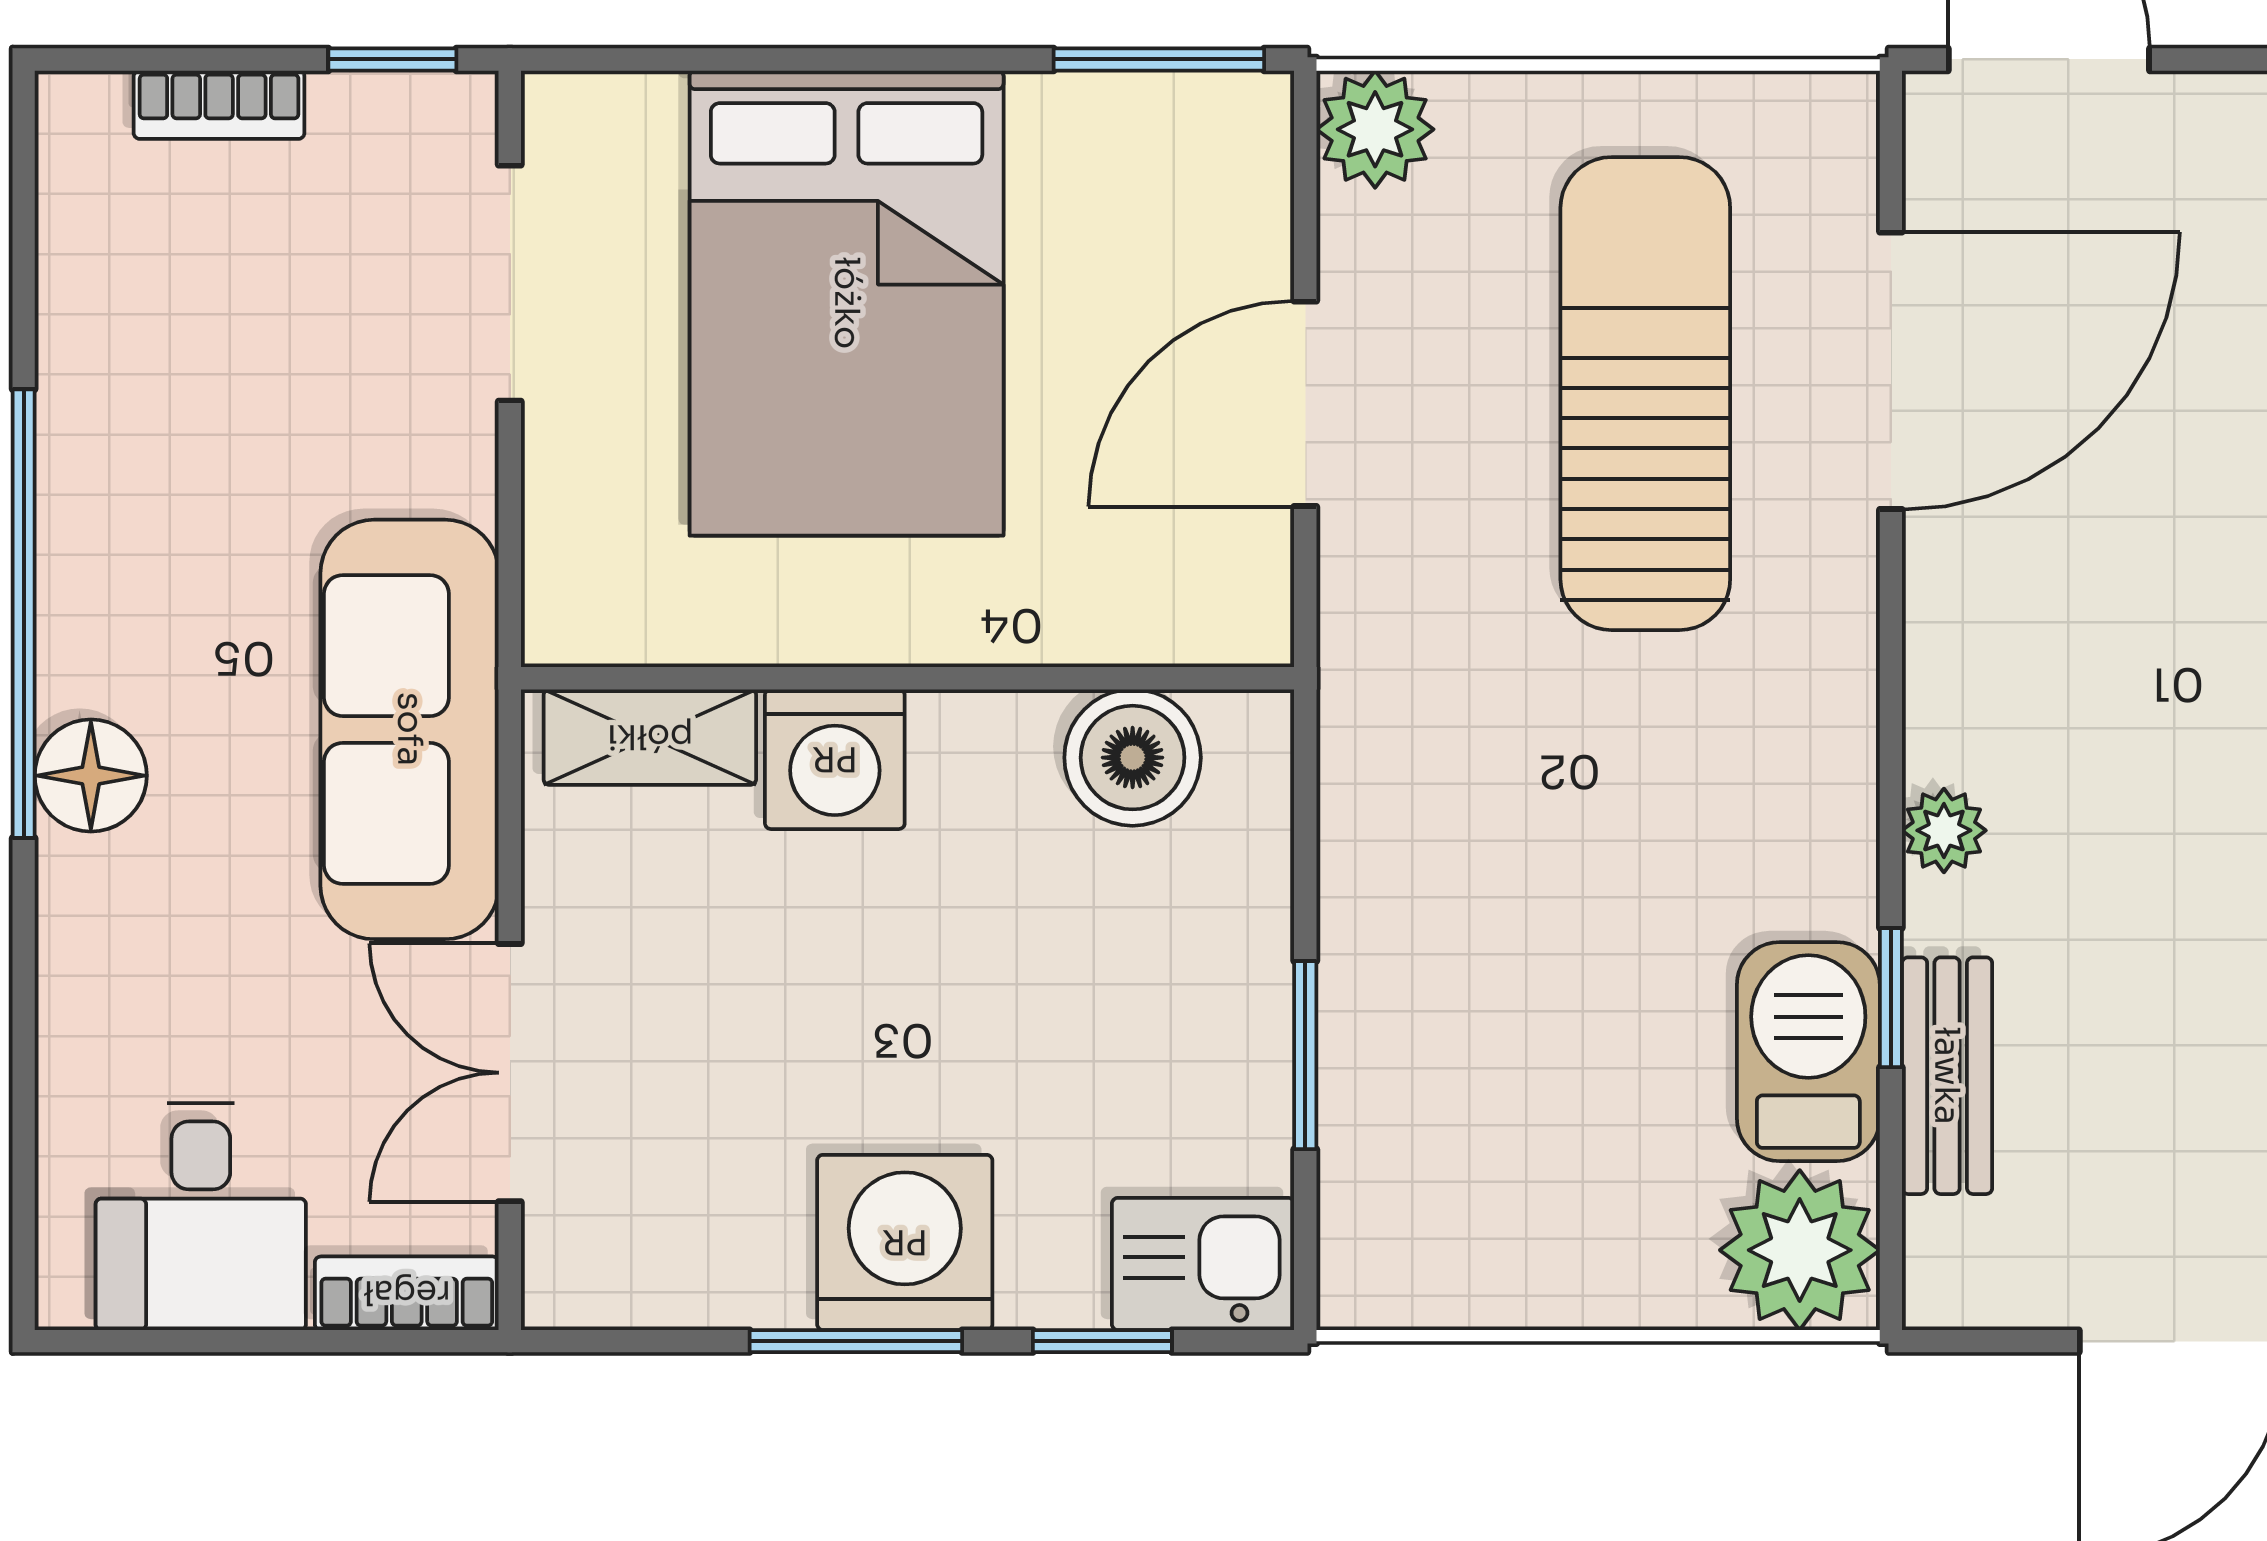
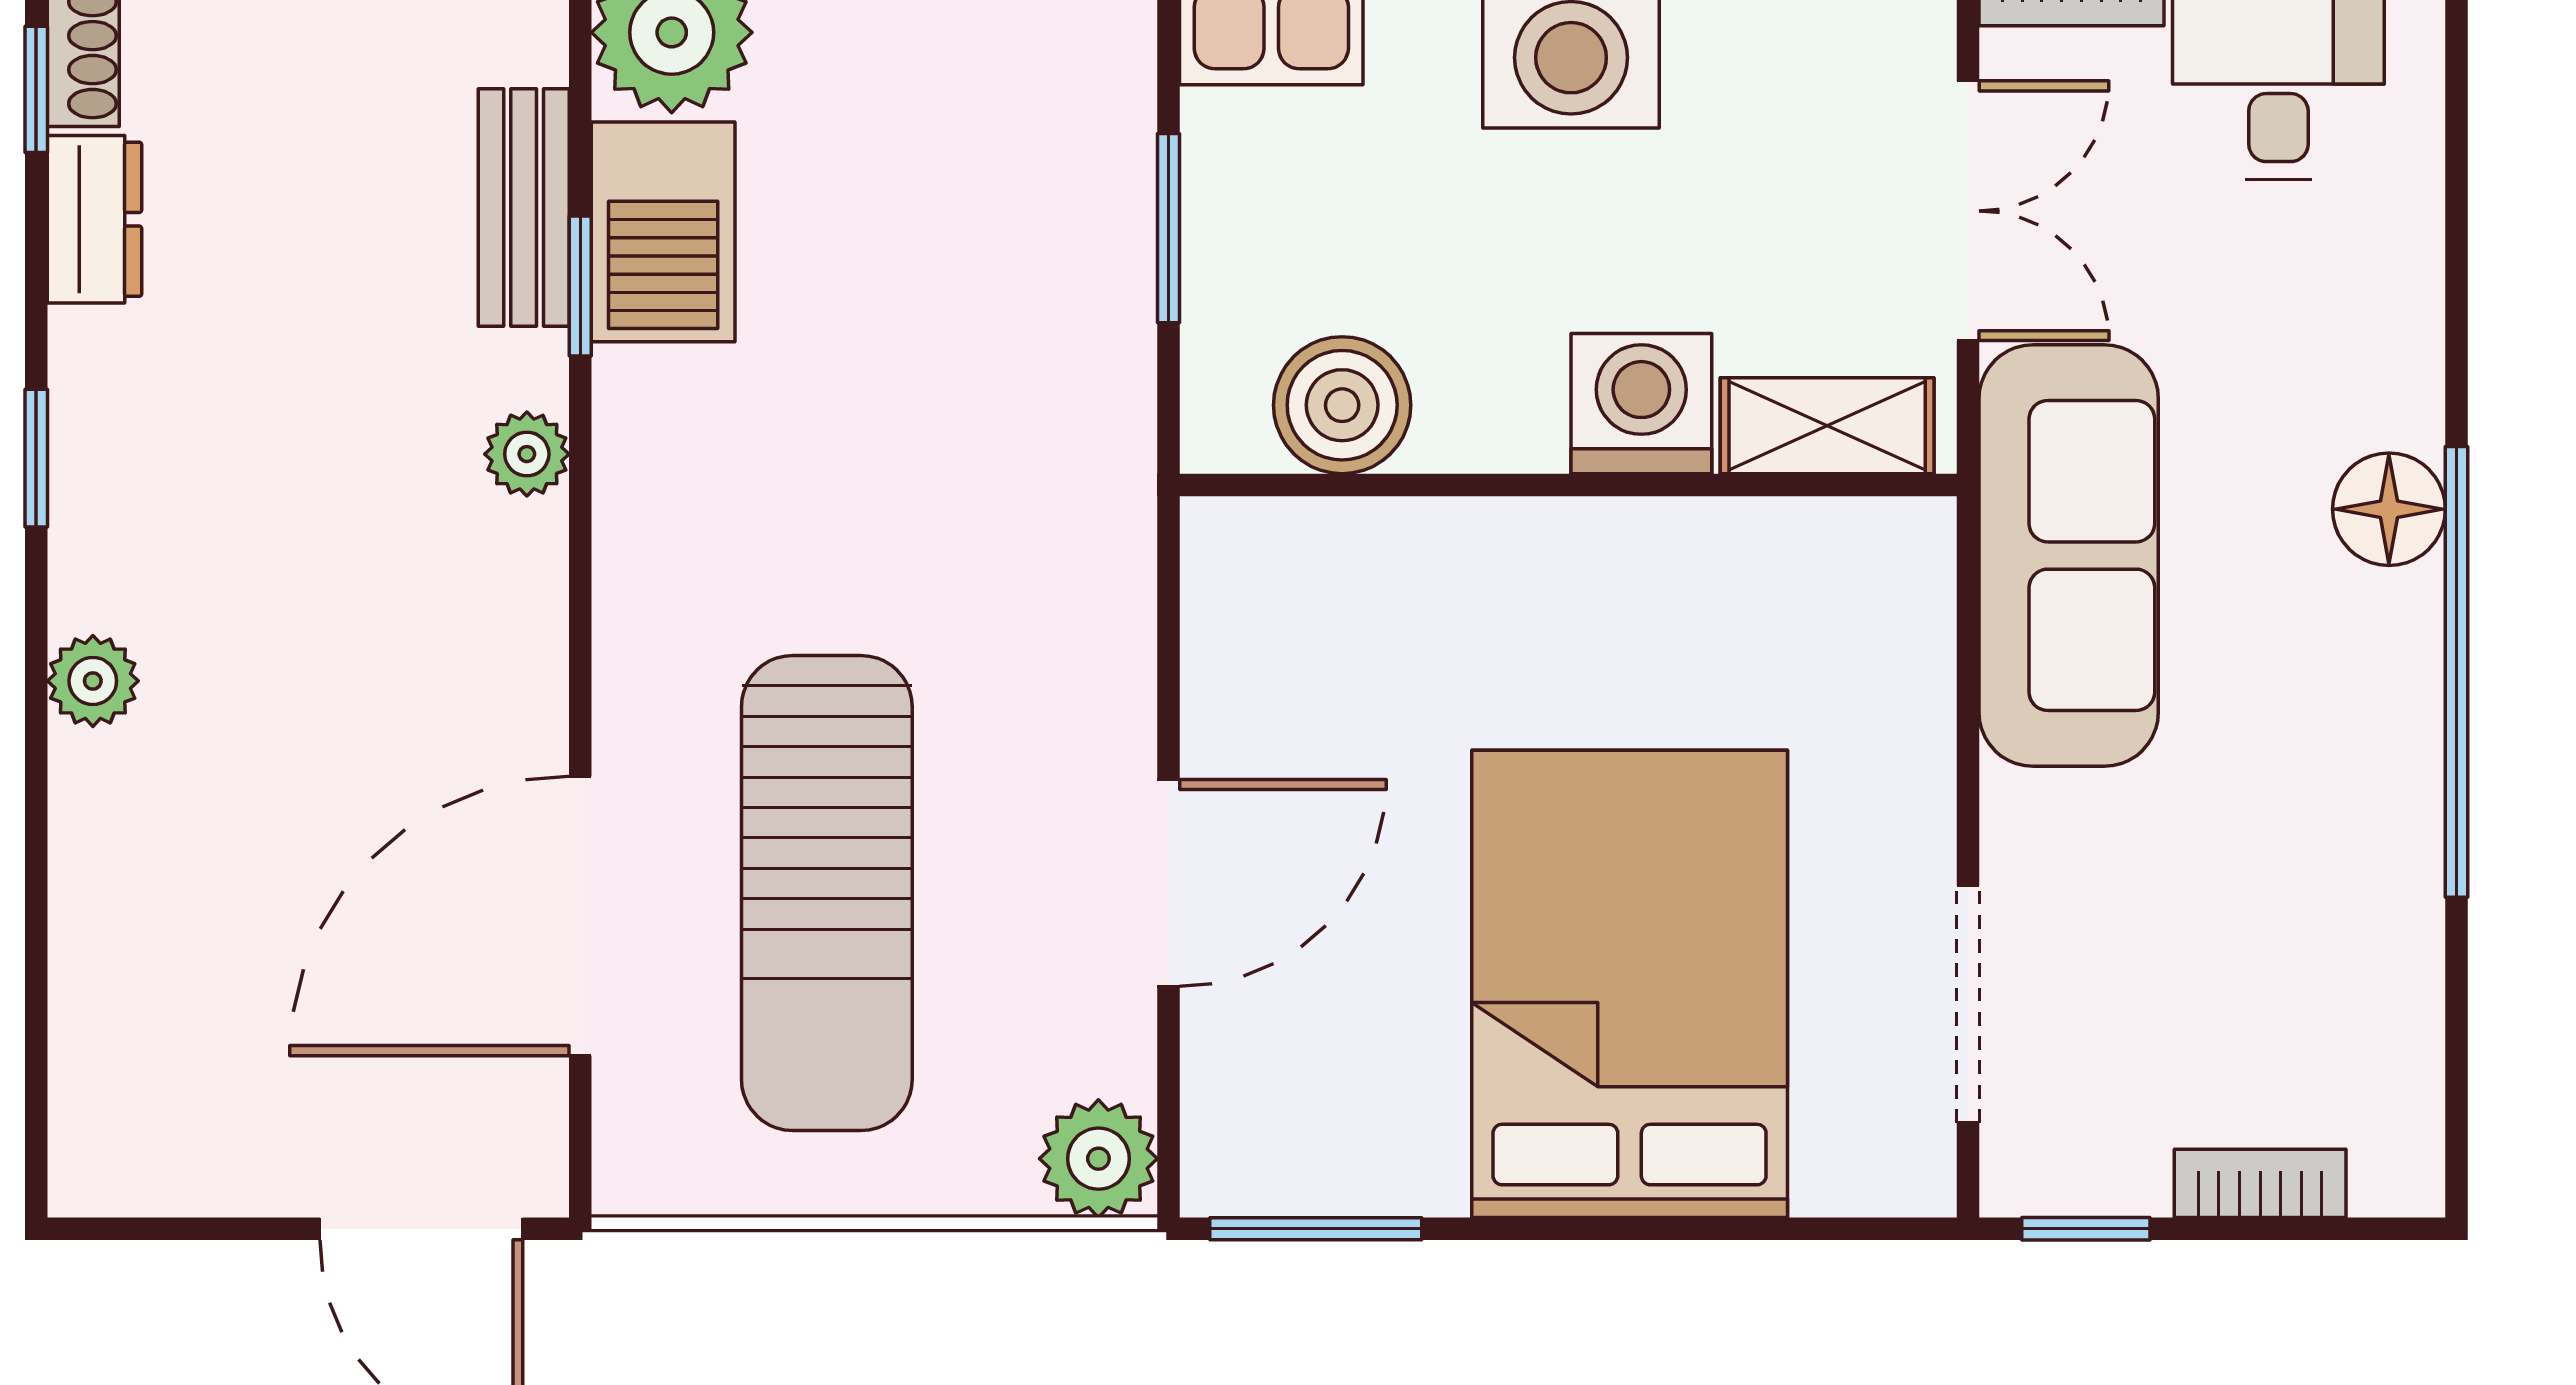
wall: (908, 678) -> (1568, 485), moved
shelving: (650, 737) -> (1827, 426), moved
boiler: (1133, 758) -> (1342, 405), moved
washing machine: (835, 759) -> (1641, 404), moved

